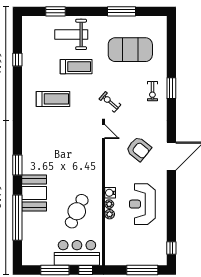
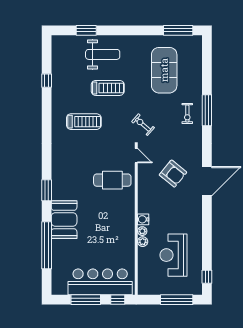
window: (122, 11) -> (178, 30), moved
weight bench: (71, 34) -> (103, 54), turned 180
exercise mat: (130, 50) -> (164, 70), turned 90
window: (171, 88) -> (207, 110), width x1.44
reception desk: (142, 204) -> (173, 255), moved
cafe table: (77, 211) -> (112, 180), moved, turned 65
bar counter: (77, 253) -> (100, 282), width x1.36

